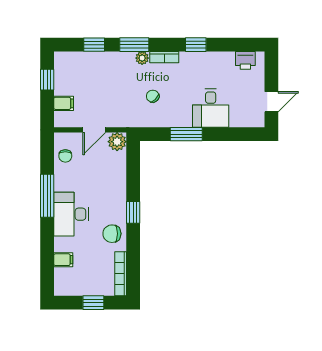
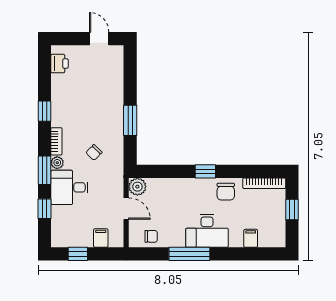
desk: (211, 108) -> (69, 187), moved, turned 180

